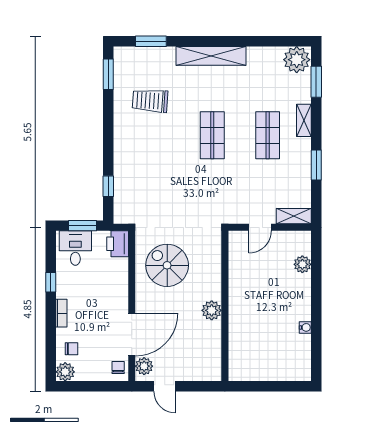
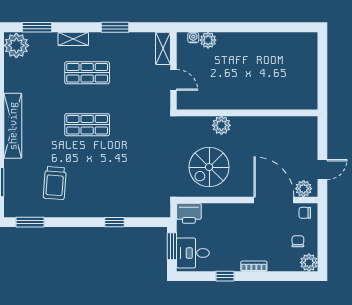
window: (108, 186) -> (115, 222), moved
plant: (212, 310) -> (221, 125), moved
water cooler: (305, 327) -> (193, 37), moved
chair: (72, 349) -> (298, 241), moved

